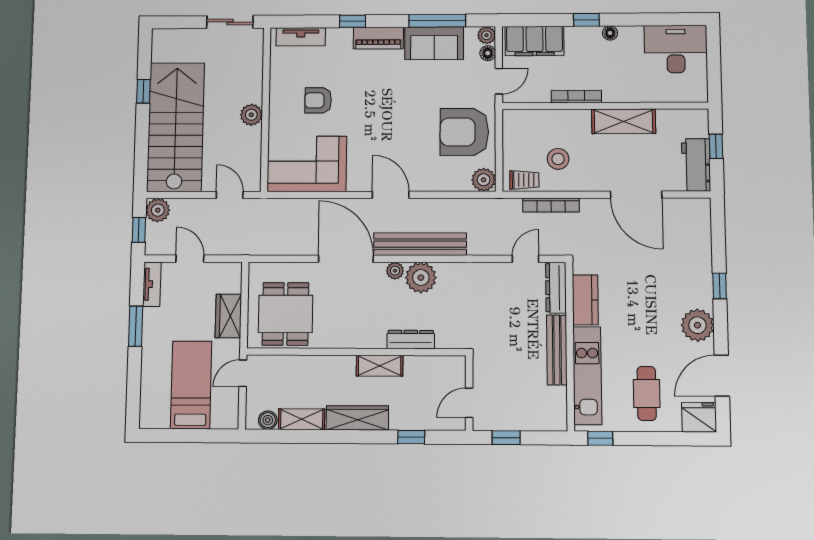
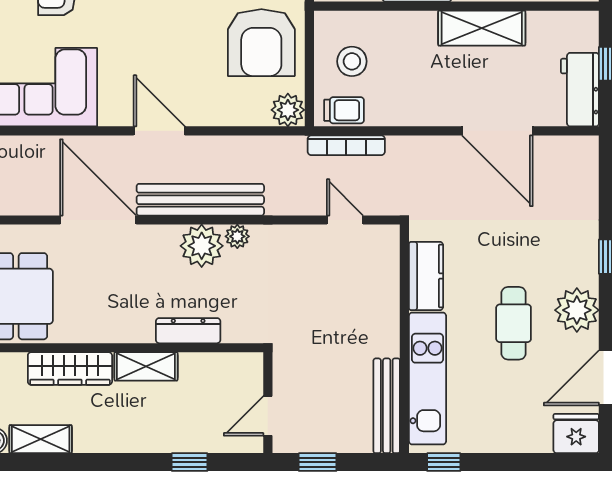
armchair: (464, 132) -> (261, 43), turned -90
stool: (558, 159) -> (352, 61), moved
bookcase: (551, 205) -> (346, 145), moved
door: (525, 259) -> (345, 220), hinge flipped
plant: (395, 271) -> (237, 236), moved
dresser: (556, 288) -> (386, 259), removed
bench: (557, 350) -> (387, 406), moved
cafe table: (647, 393) -> (514, 323), moved
wardrobe: (357, 418) -> (70, 368), moved, turned 180

